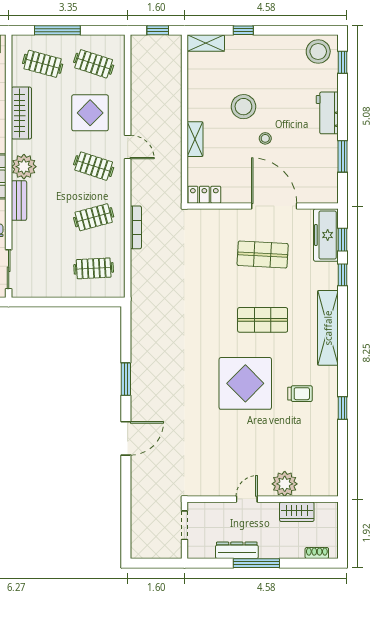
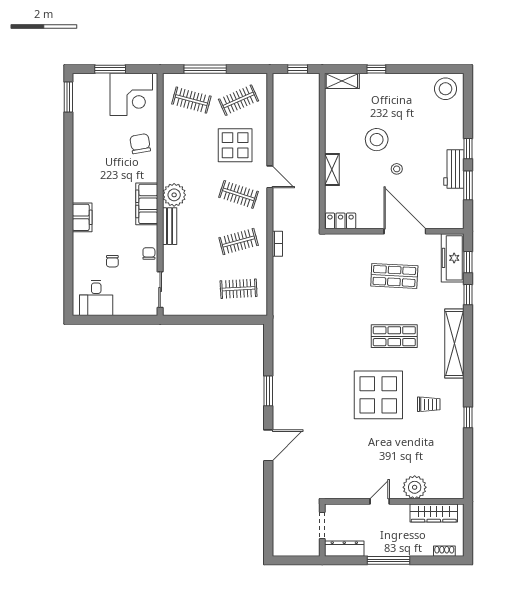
window: (343, 62) -> (468, 149), moved
clothes rail: (94, 64) -> (239, 100), turned -42
wardrobe: (21, 113) -> (172, 145), removed
workbench: (327, 113) -> (454, 169), moved
bookcase: (136, 227) -> (277, 244), width x0.64
wardrobe: (297, 512) -> (434, 513), width x1.50
dresser: (237, 550) -> (344, 549), moved

